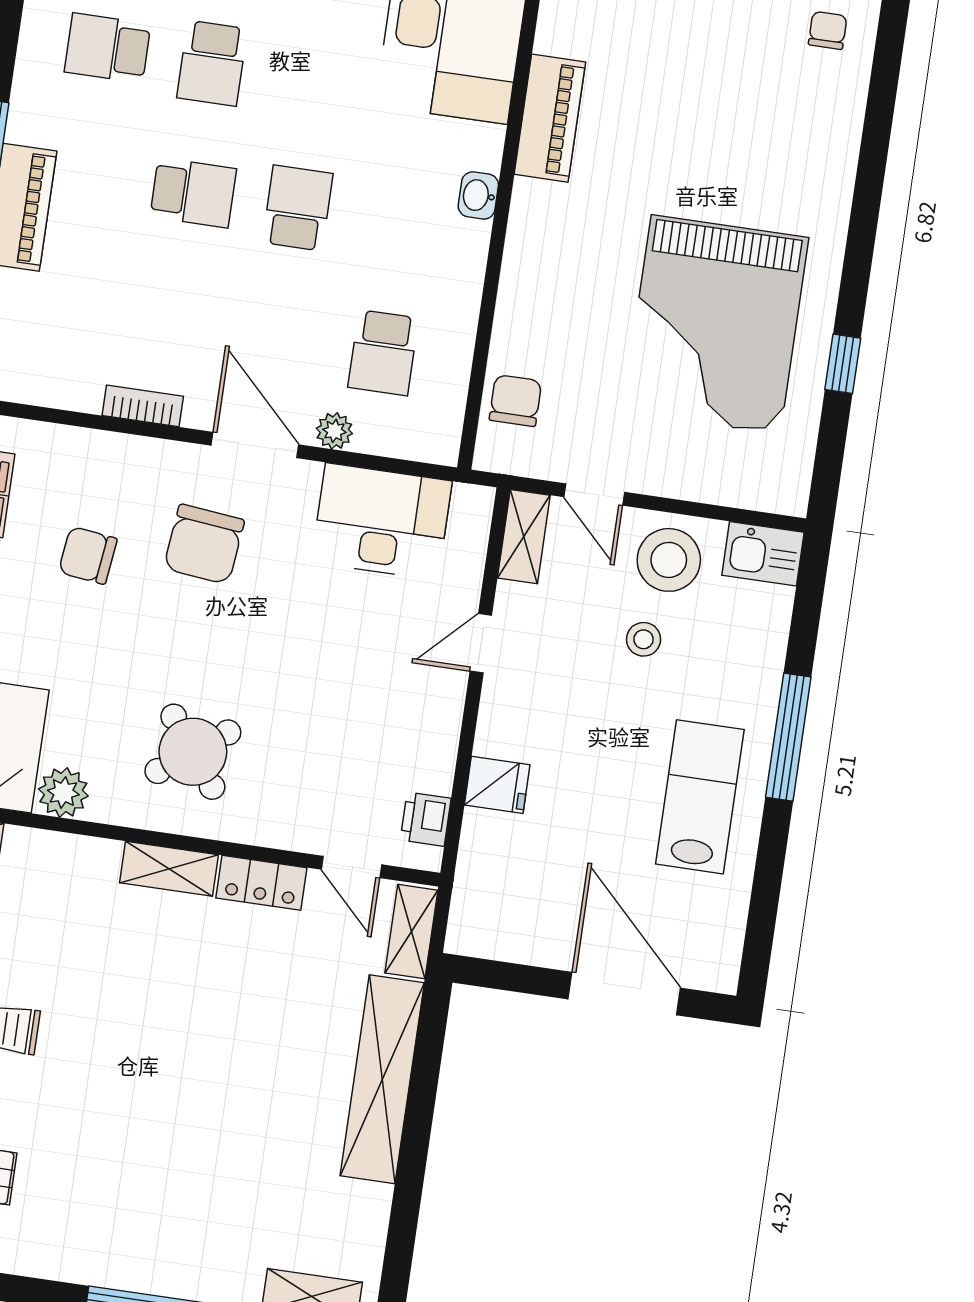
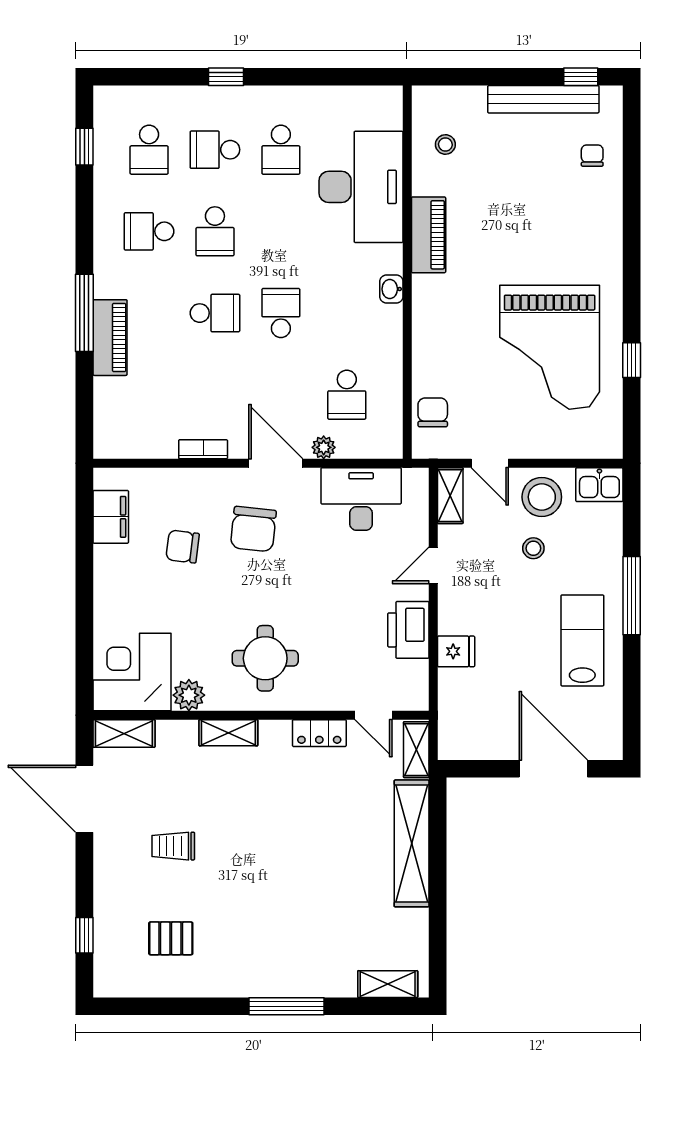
round table: (193, 752) -> (265, 658), turned 37
printer: (426, 819) -> (408, 630), moved, width x1.87, depth x1.48
shelving: (169, 869) -> (228, 733), moved

